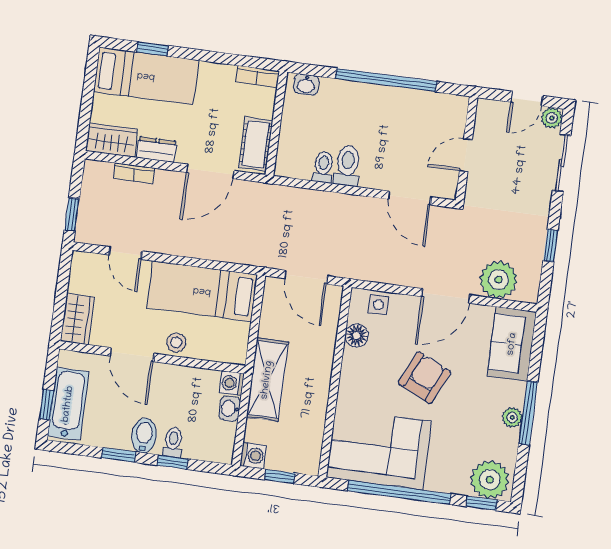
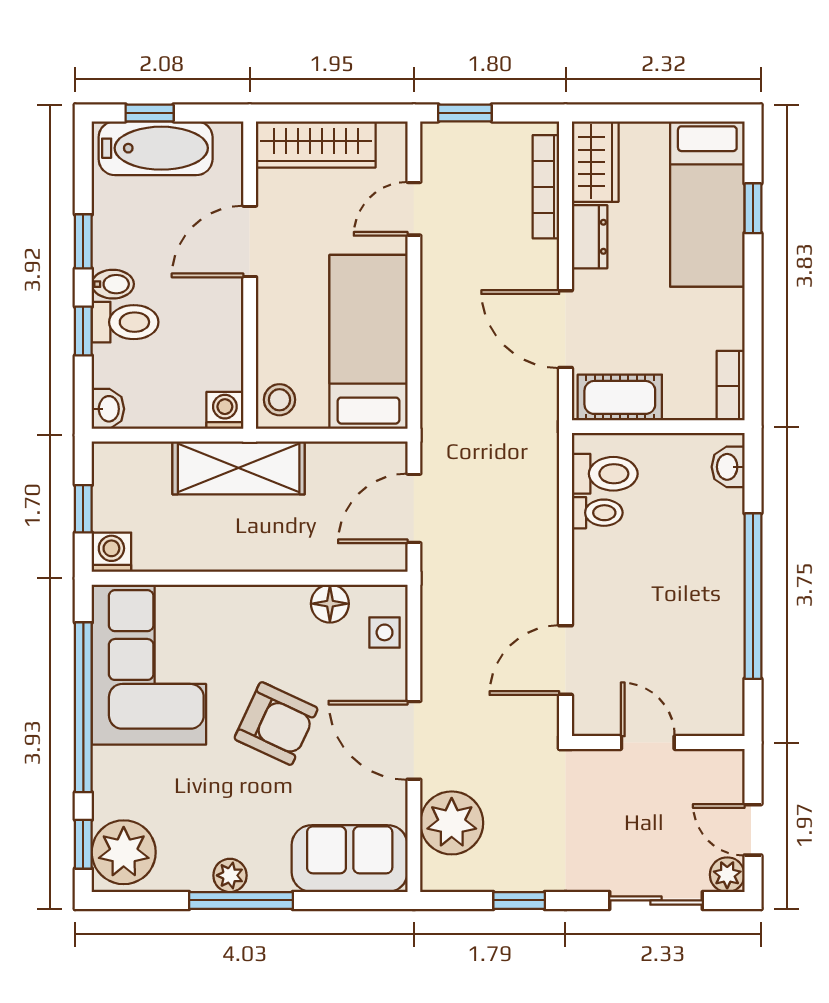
toilet: (347, 166) -> (605, 474), moved
bookcase: (134, 173) -> (546, 187), width x1.56
wardrobe: (77, 319) -> (316, 144), width x1.50
stool: (176, 343) -> (280, 400), moved
washbasin: (230, 409) -> (108, 409), moved, turned 90
bidet: (144, 435) -> (113, 284), width x0.72, depth x0.74
toilet: (173, 442) -> (125, 322), width x1.37, depth x1.39
washing machine: (253, 456) -> (111, 552), moved, turned 180

